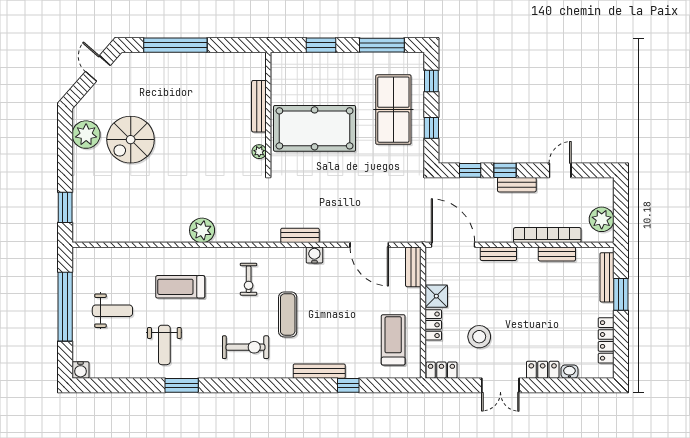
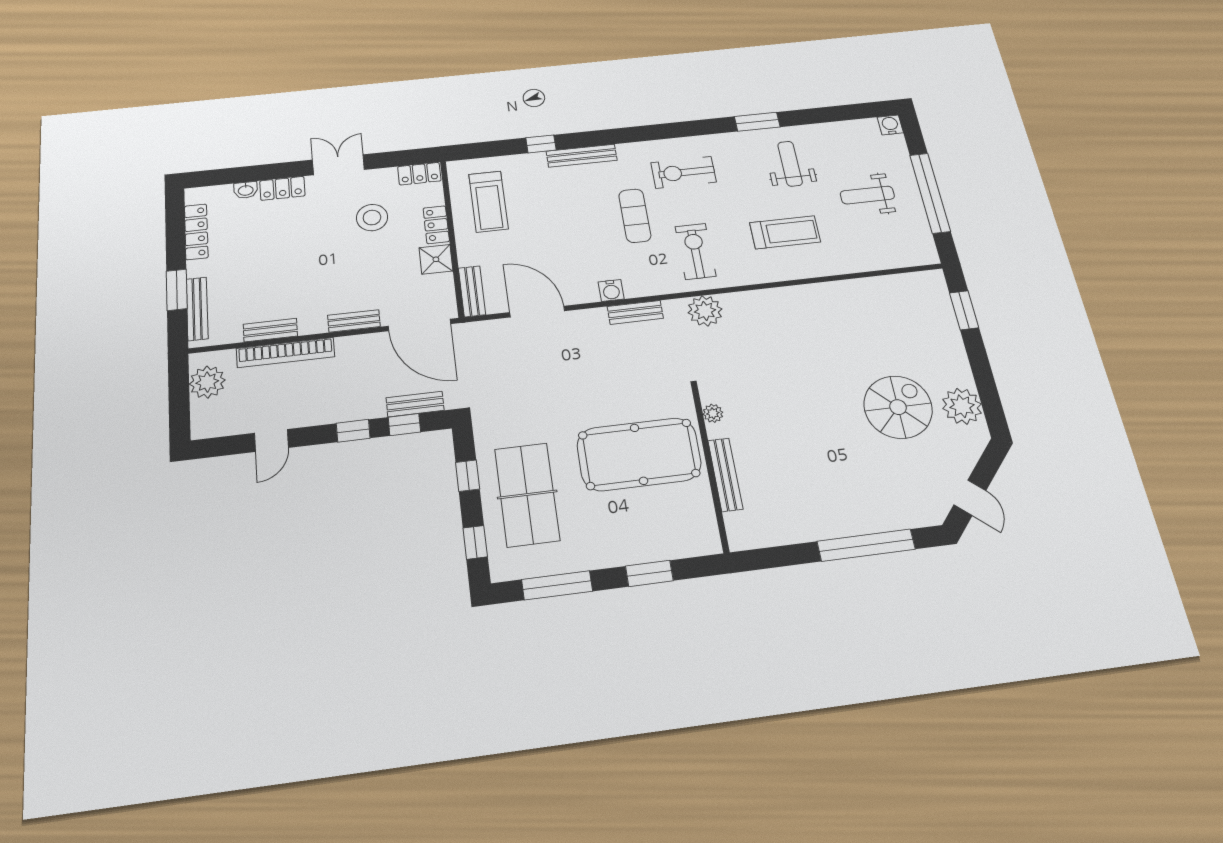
bench: (517, 185) -> (415, 404), moved
plant: (202, 230) -> (705, 311), moved
exercise bike: (249, 279) -> (695, 251), width x1.38, depth x1.39

